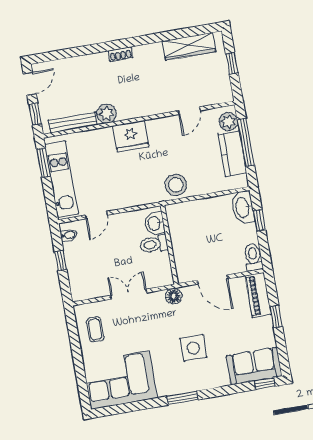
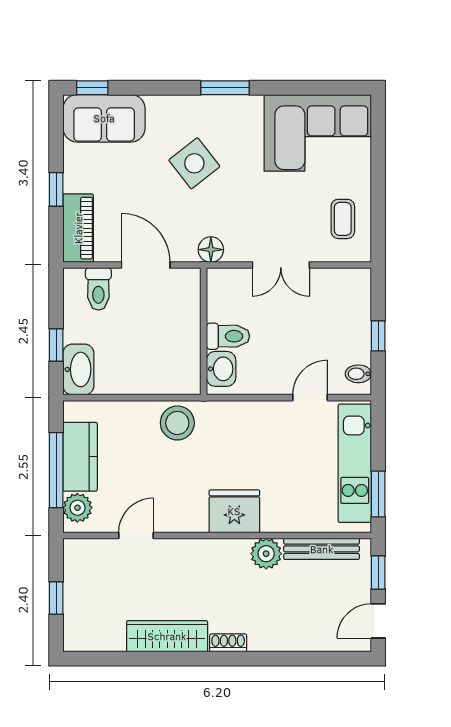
wardrobe: (189, 46) -> (167, 636), moved
toilet: (253, 257) -> (98, 289), moved
side table: (193, 348) -> (194, 163), turned -38

